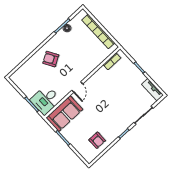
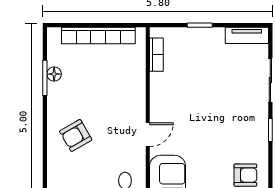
door: (77, 87) -> (148, 135), hinge flipped

